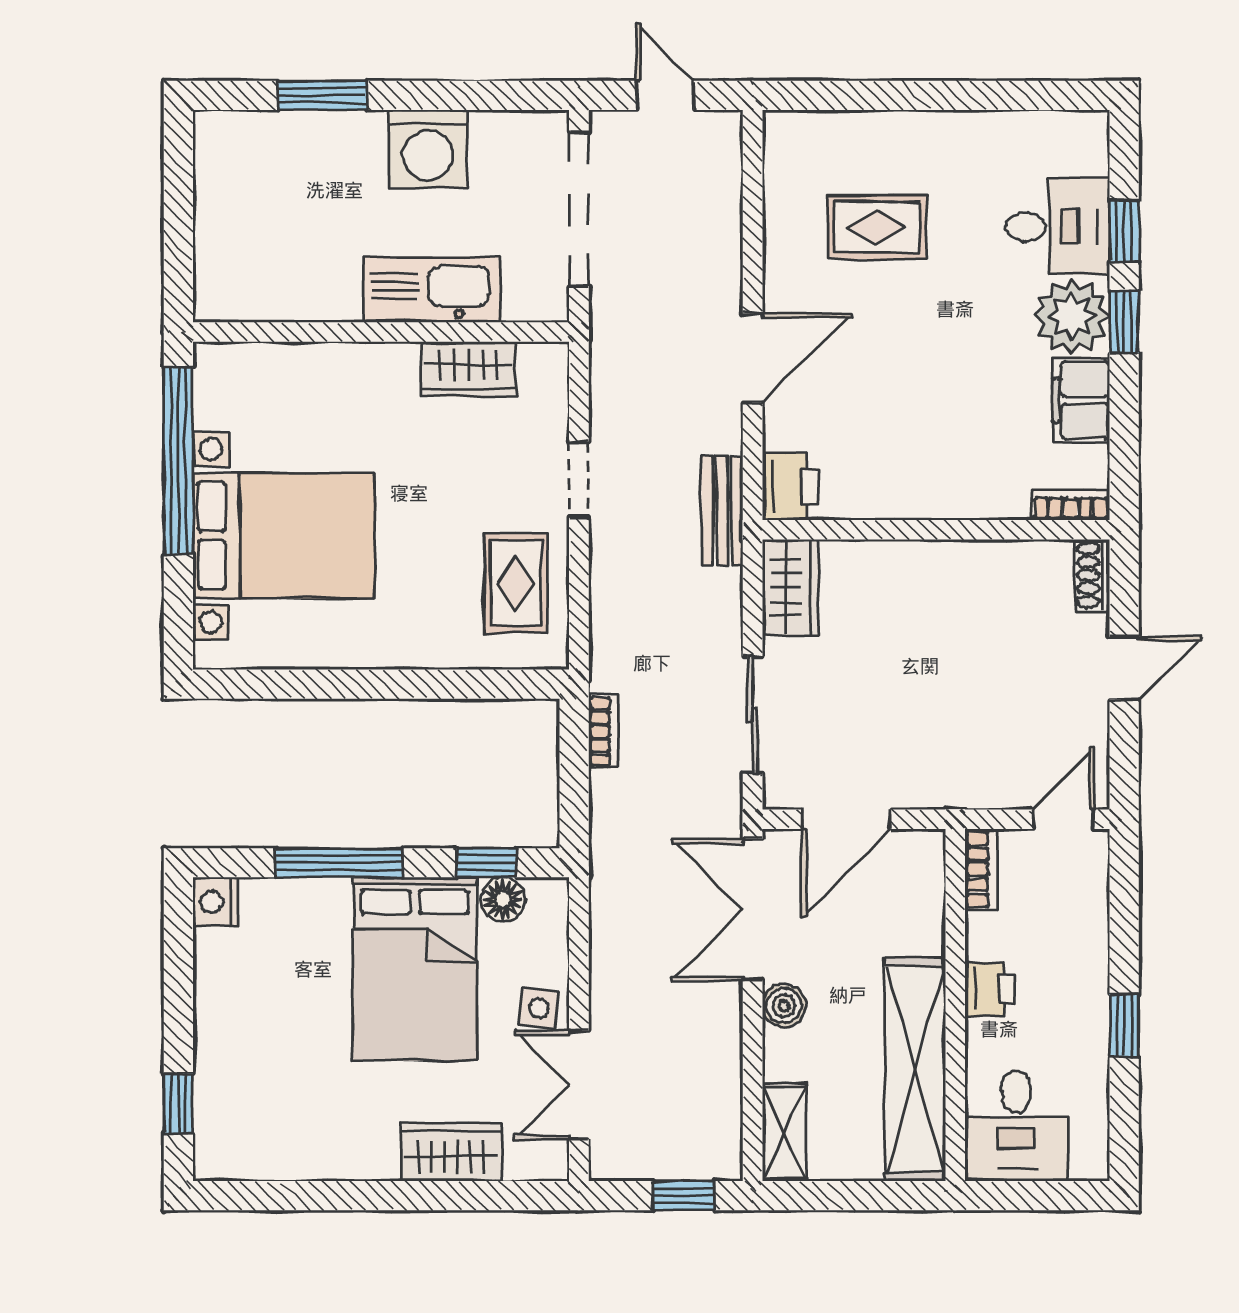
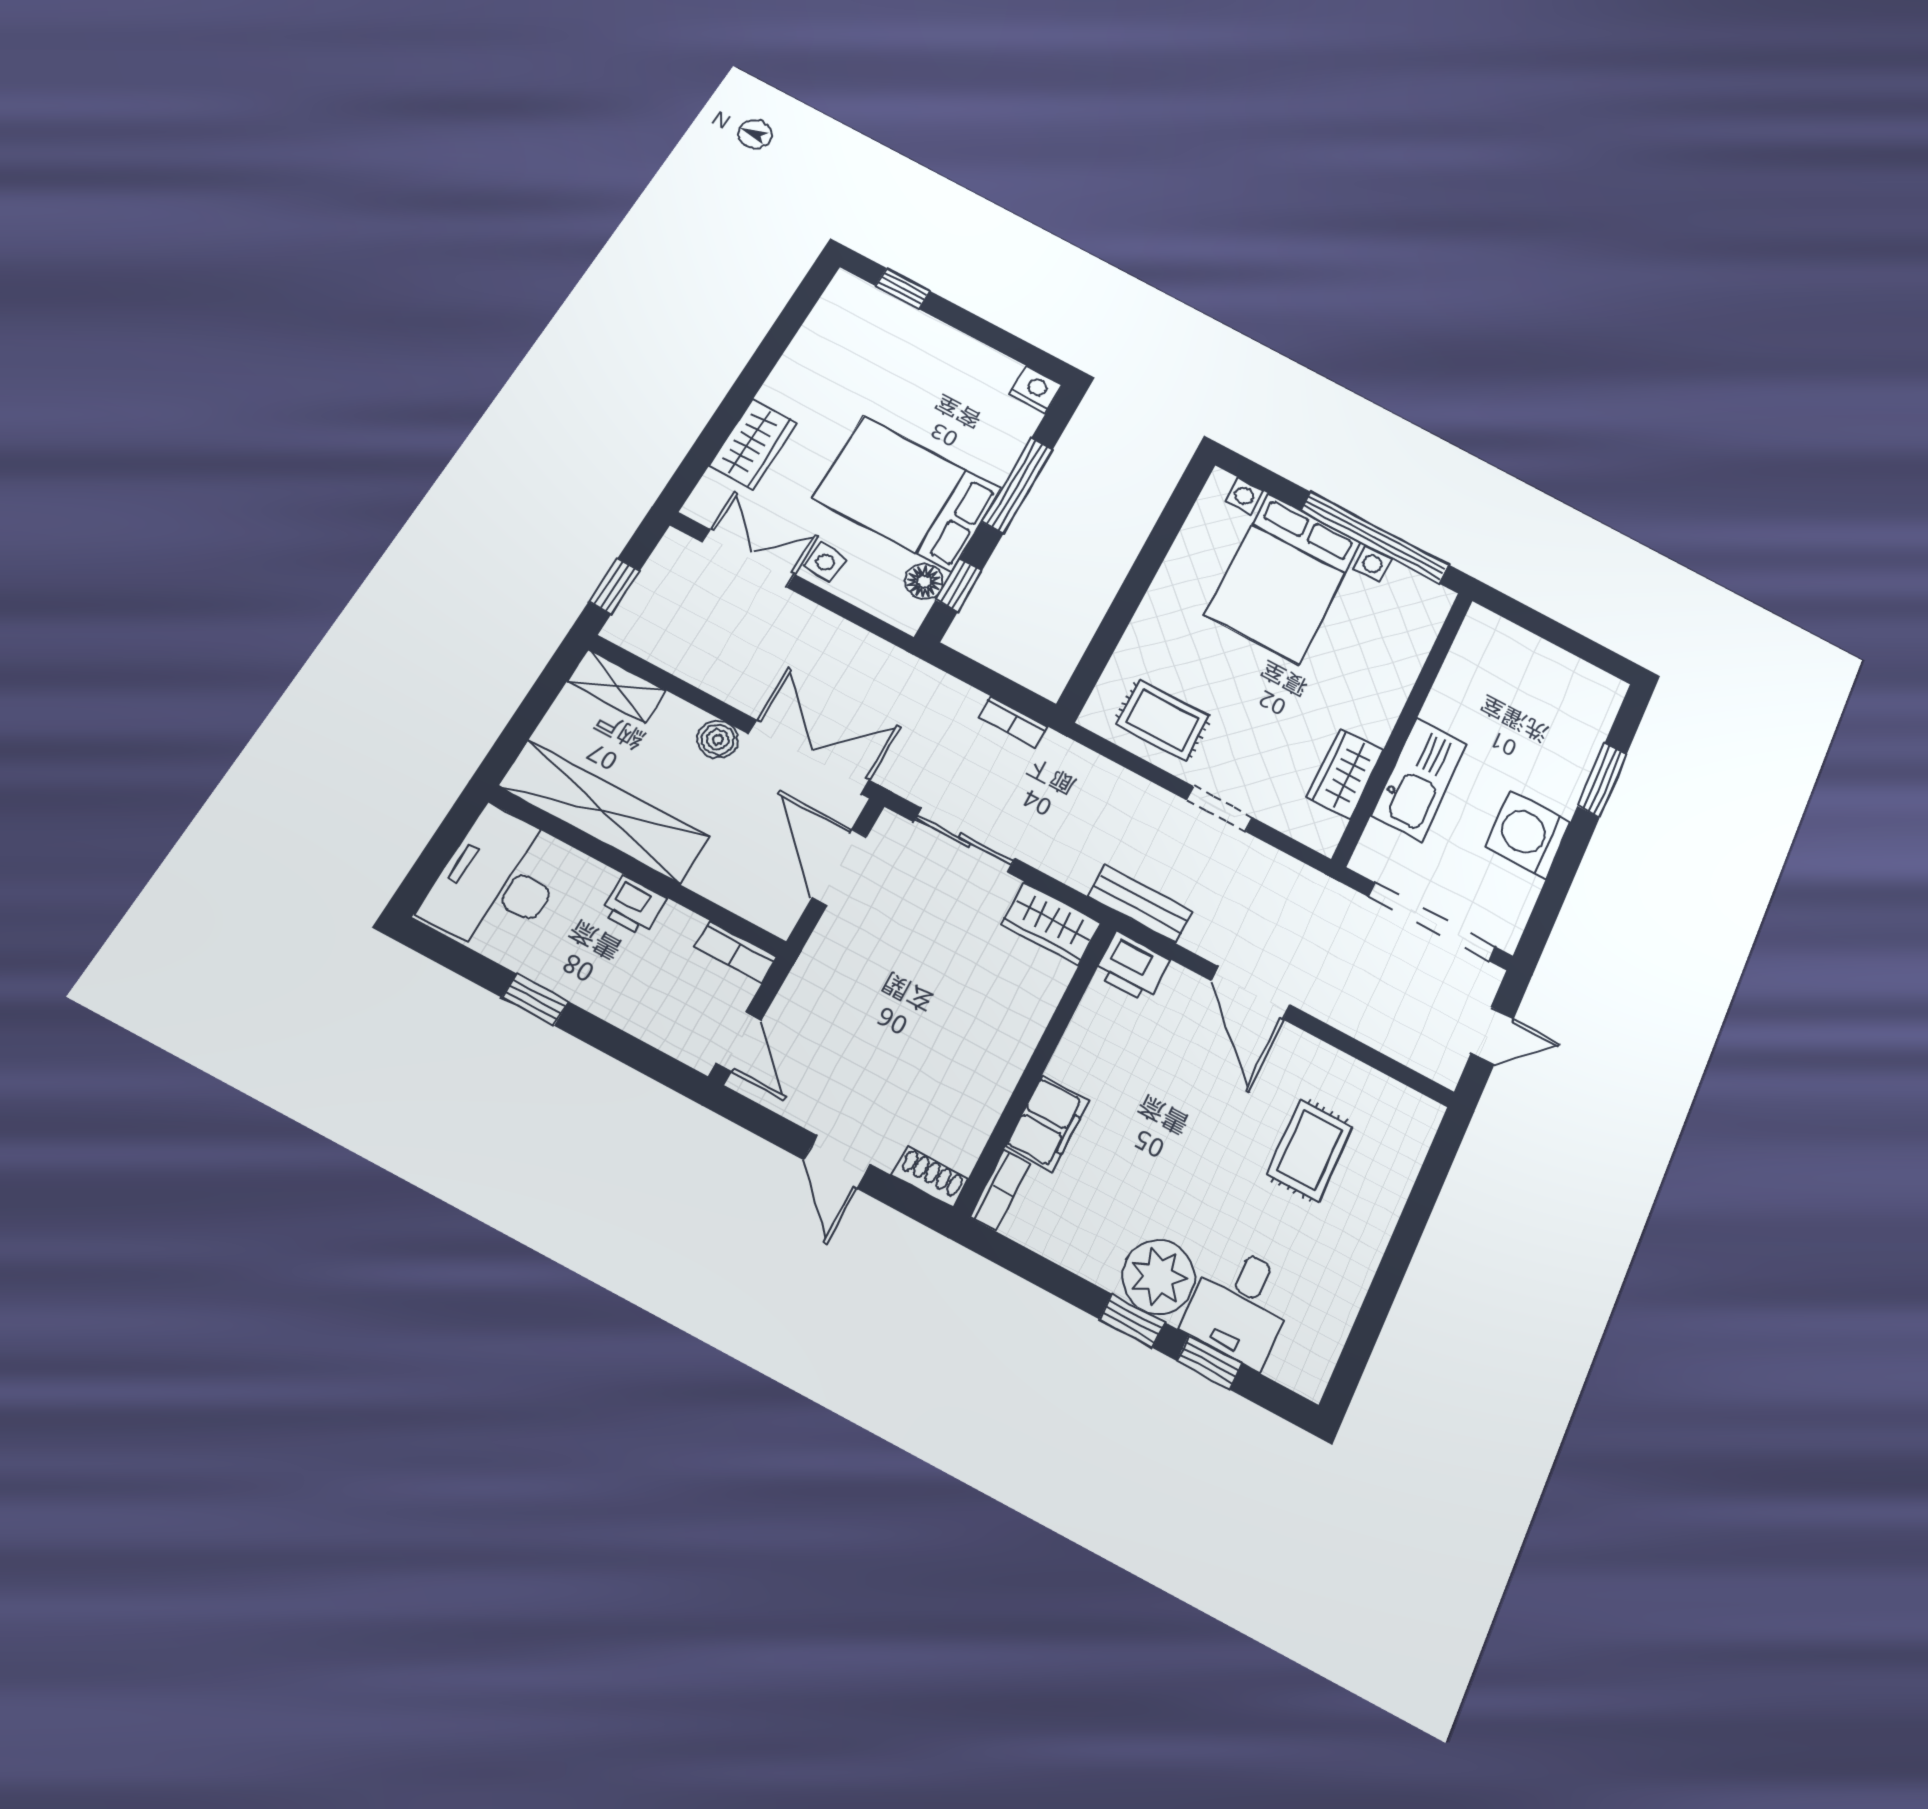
filing cabinet: (1081, 400) -> (1047, 1123), moved, turned 90
desk: (1016, 1126) -> (497, 882), width x1.37

